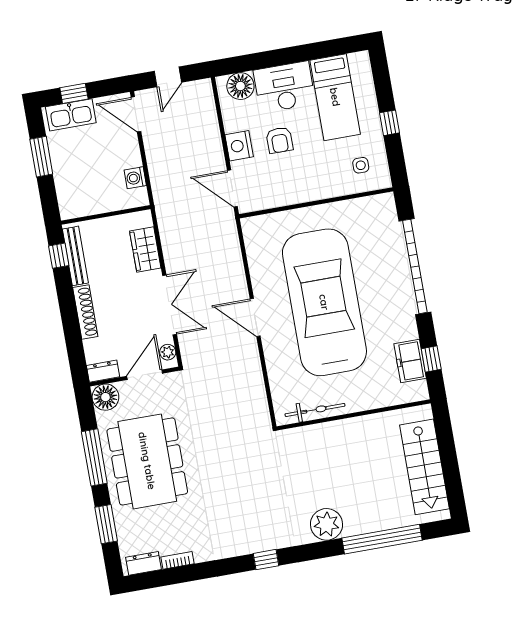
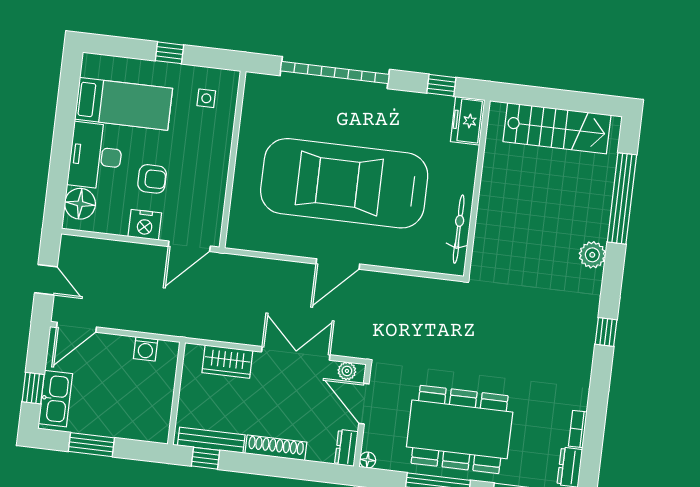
freezer: (410, 361) -> (468, 121), moved, turned 90
floor lamp: (105, 397) -> (368, 460), width x0.53, depth x0.53
plant: (327, 524) -> (592, 255), width x0.73, depth x0.73

